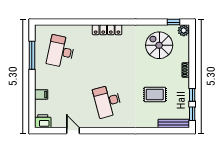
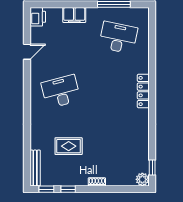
spiral stairs: (159, 45) -> (125, 151), removed
filing cabinet: (41, 94) -> (74, 15), width x2.00
rug: (155, 94) -> (69, 146), turned 90

